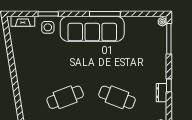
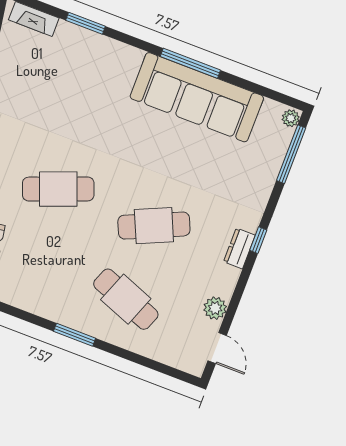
side table: (48, 27) -> (76, 48), removed
sofa: (92, 29) -> (197, 97), moved
cafe table: (117, 97) -> (154, 226), turned -45

